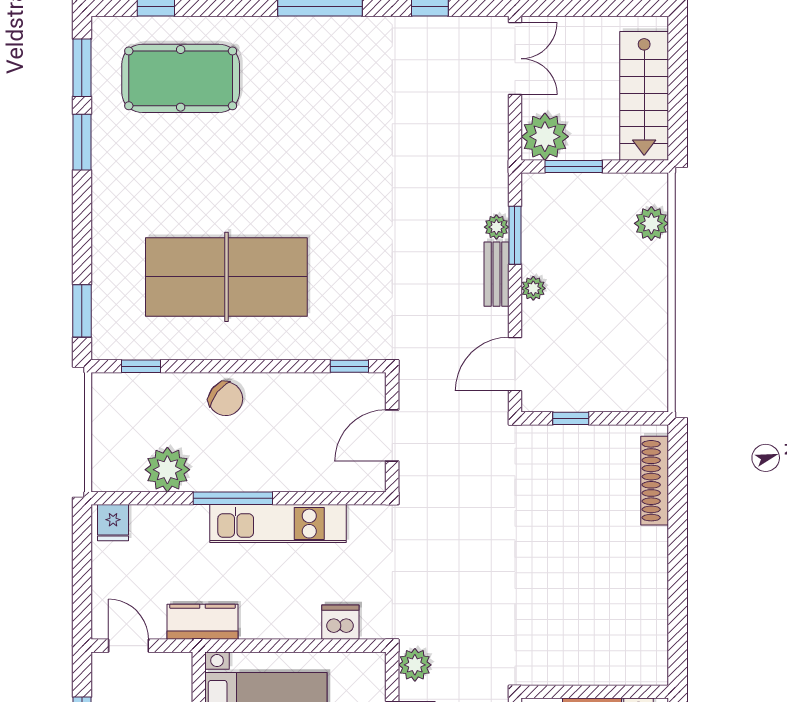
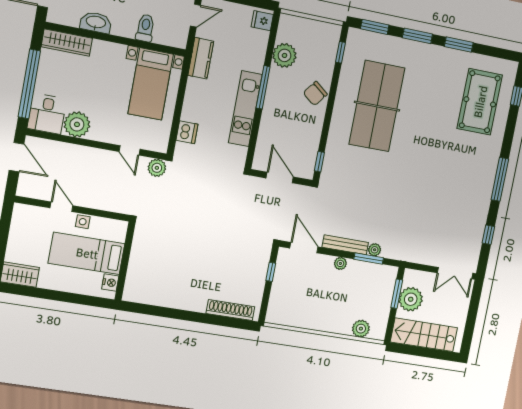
window: (82, 68) -> (417, 36), moved
plant: (545, 137) -> (411, 299), moved
bench: (496, 274) -> (345, 245), width x1.36

